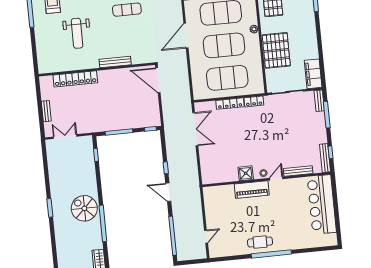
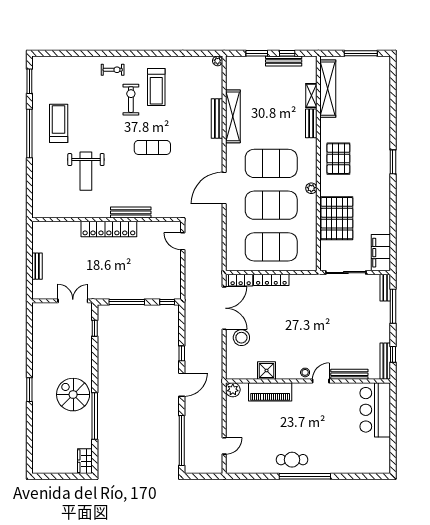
locker: (75, 79) -> (109, 229), moved
door: (158, 80) -> (183, 241), width x0.53
locker: (254, 101) -> (241, 280), moved
double door: (65, 137) -> (73, 301), moved
stool: (211, 151) -> (241, 338), added
shower: (246, 173) -> (267, 371), moved
piano: (252, 190) -> (270, 392), moved
door: (168, 192) -> (182, 385), swing flipped
plant: (208, 192) -> (233, 390), added
bar counter: (322, 204) -> (375, 410), width x0.73

